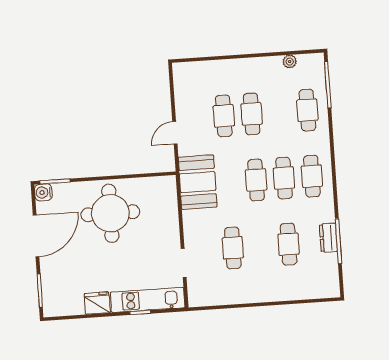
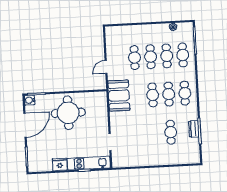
cafe table: (233, 248) -> (167, 56), moved

